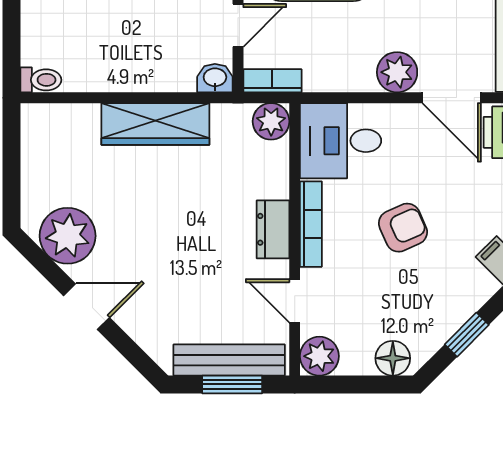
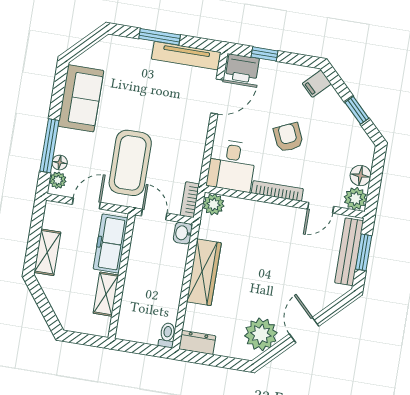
plant: (397, 72) -> (197, 126), removed
dresser: (273, 229) -> (197, 342), moved, turned 180
floor lamp: (393, 358) -> (360, 176), moved

